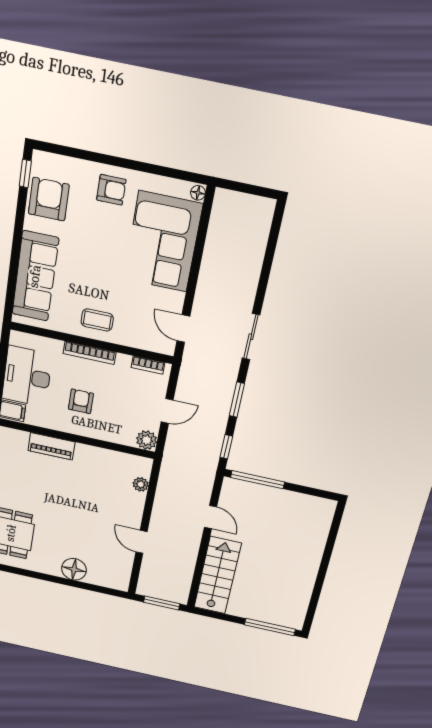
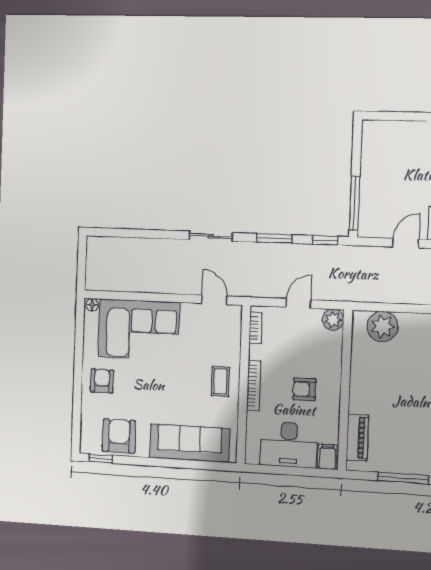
armchair: (49, 199) -> (119, 436), turned 90
door: (183, 329) -> (214, 300), swing flipped
door: (167, 411) -> (299, 304), hinge flipped
piano: (51, 446) -> (357, 438), moved
plant: (141, 484) -> (383, 327), width x1.87, depth x1.87

